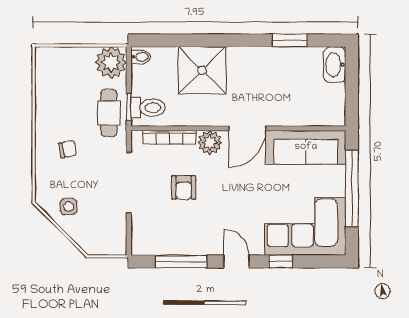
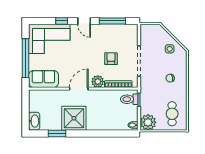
shower: (202, 70) -> (74, 118), moved
cafe table: (109, 113) -> (172, 114), moved
sofa: (306, 147) -> (43, 79), width x0.73

